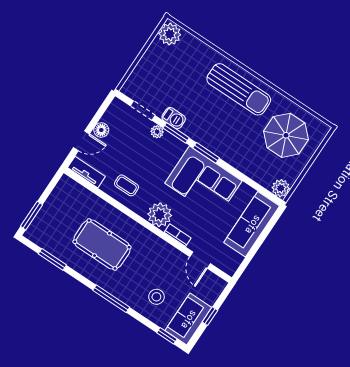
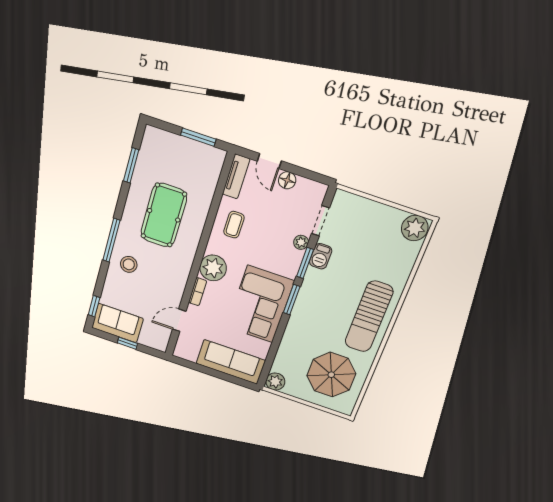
window: (32, 216) -> (198, 137), moved
stool: (156, 297) -> (129, 264), moved

